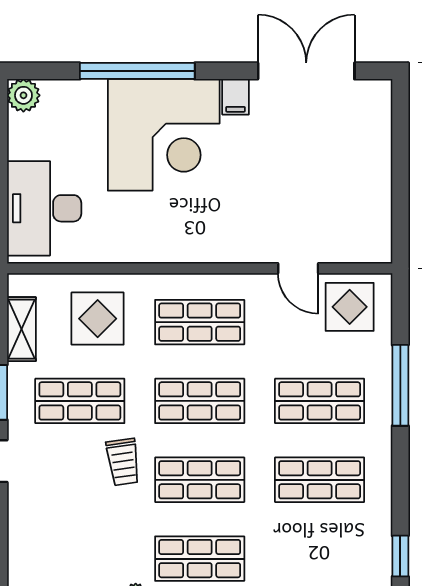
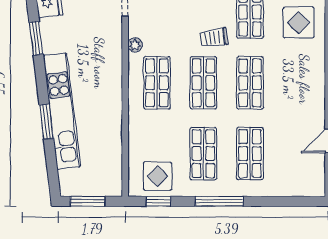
display table: (350, 307) -> (158, 176), moved
shop shelf: (200, 322) -> (297, 83), removed
window: (400, 385) -> (219, 201), moved

